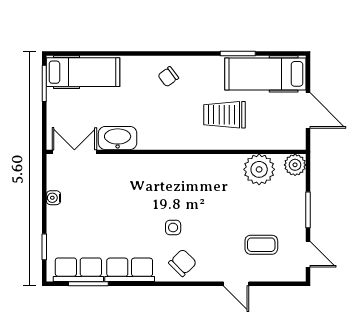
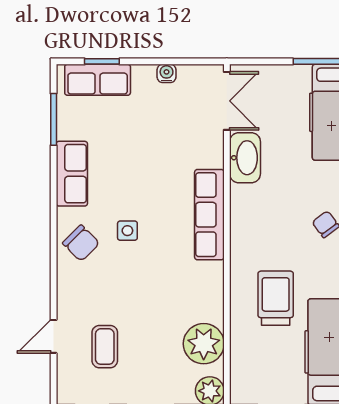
row of seats: (161, 165) -> (209, 215), added
row of seats: (78, 270) -> (98, 80), moved, turned 90
door: (236, 284) -> (54, 336), moved

